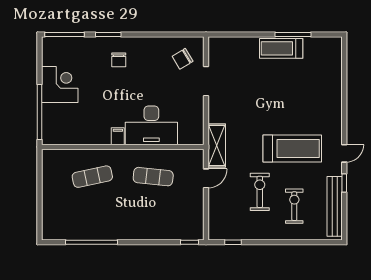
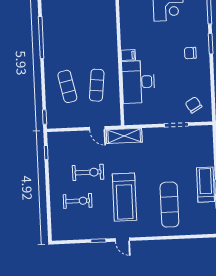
exercise mat: (304, 94) -> (169, 205), added
exercise mat: (92, 177) -> (67, 86), moved
bench: (335, 206) -> (79, 234), removed

